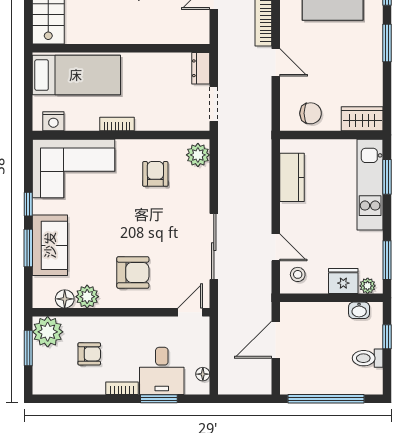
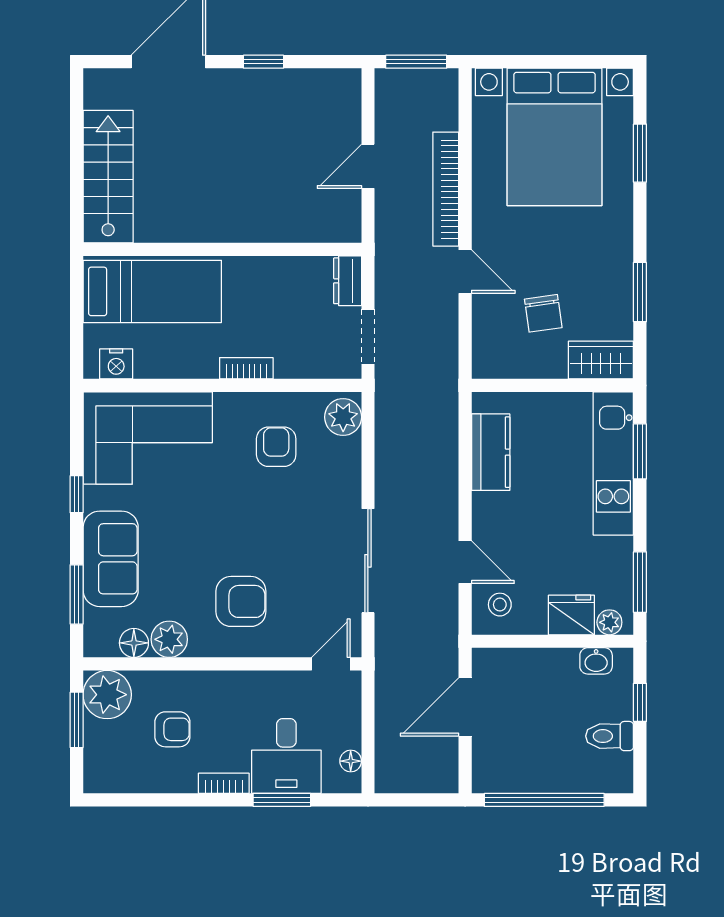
window: (387, 43) -> (640, 292), moved
chair: (311, 113) -> (543, 313), moved, turned 82
bookcase: (117, 124) -> (246, 368), moved
window: (28, 248) -> (77, 594), moved

